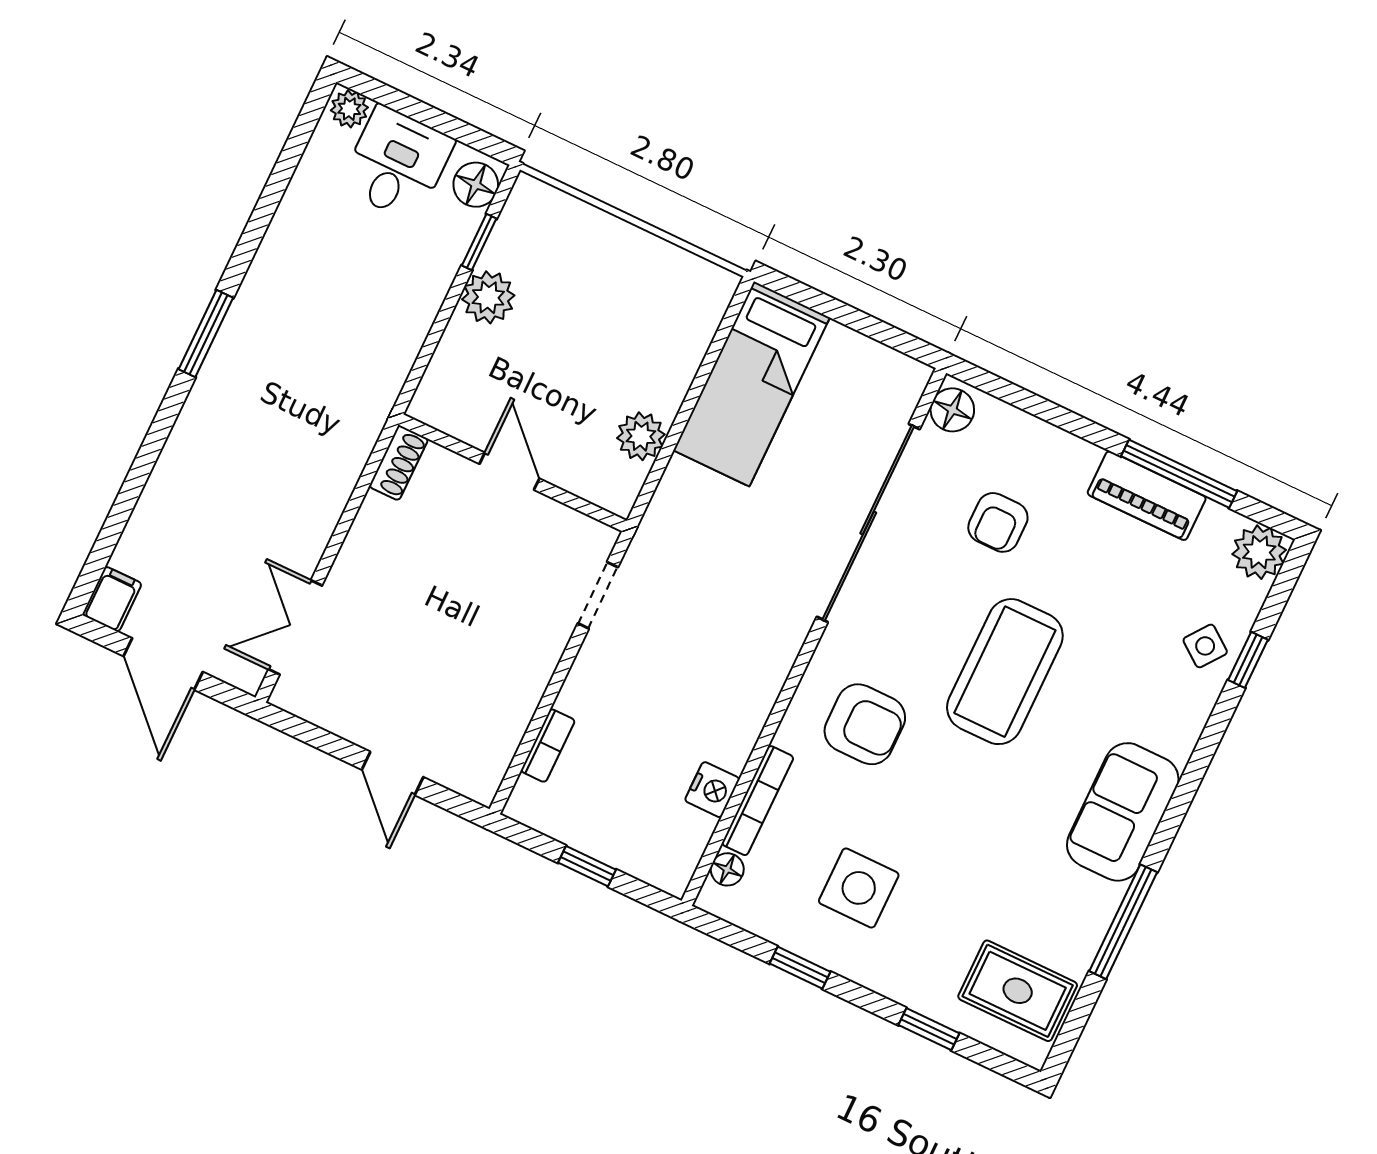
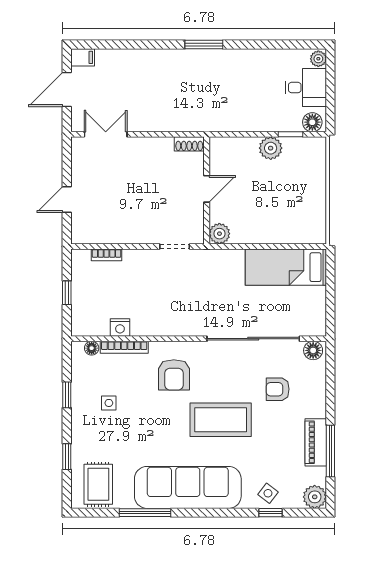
plant: (641, 436) -> (219, 234), moved
sofa: (1123, 812) -> (188, 487), width x1.85, depth x1.27
side table: (859, 888) -> (109, 403), width x0.54, depth x0.54

